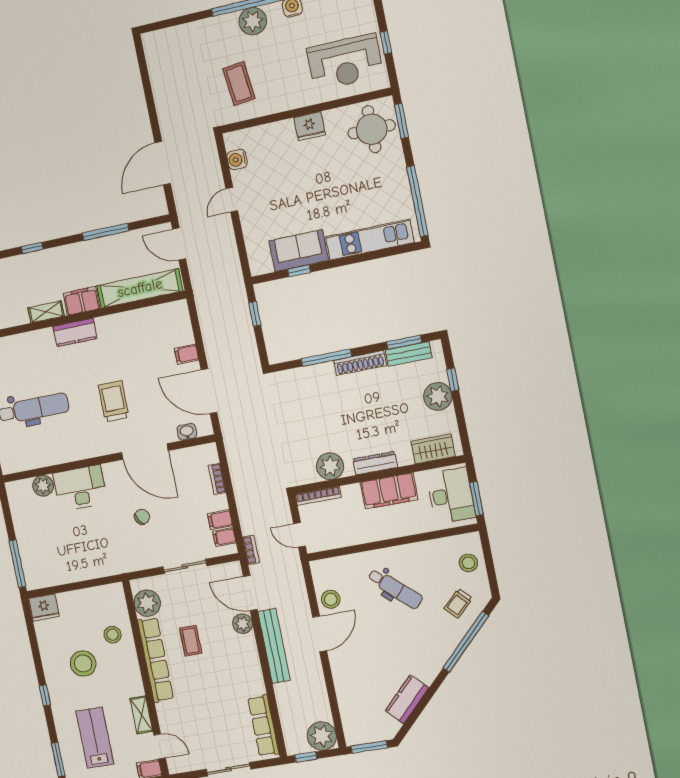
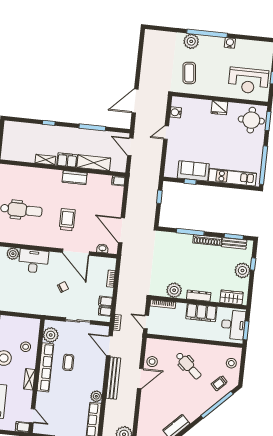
plant: (253, 21) -> (191, 41), moved
shelving: (140, 288) -> (94, 163), width x0.68
kitchen counter: (75, 332) -> (75, 178), moved
filing cabinet: (187, 354) -> (118, 181), moved
plant: (243, 624) -> (96, 396), moved
shelving: (141, 715) -> (29, 379), moved

